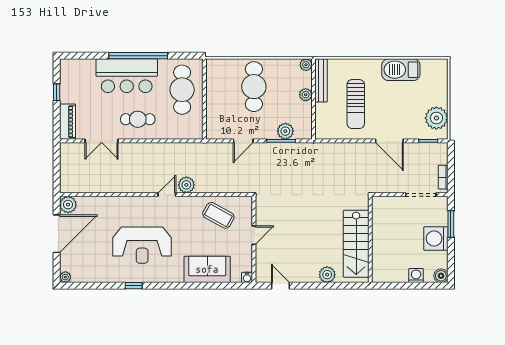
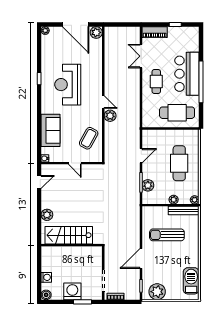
barbecue: (401, 70) -> (191, 281), moved
cafe table: (254, 87) -> (179, 163), turned 90
door: (243, 141) -> (141, 156), swing flipped

